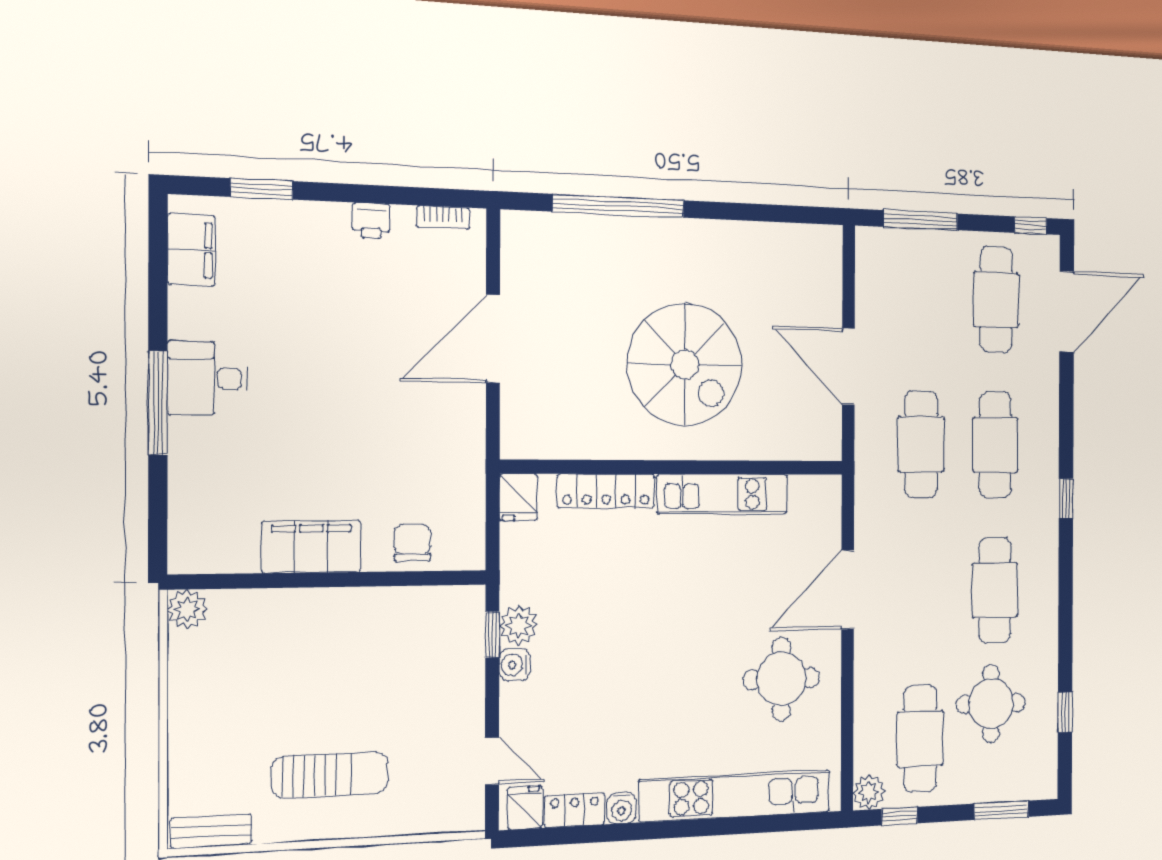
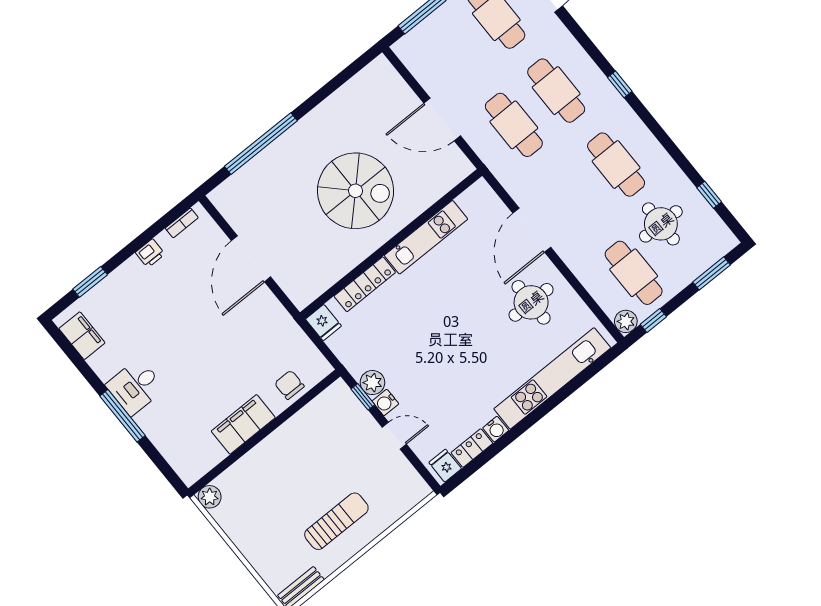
door: (492, 761) -> (394, 436), moved

